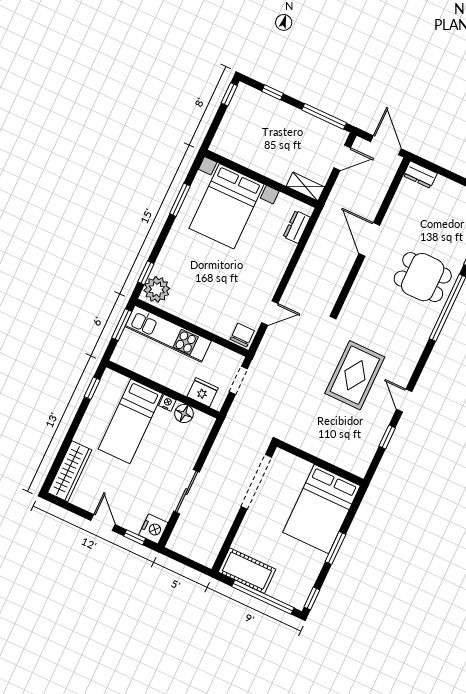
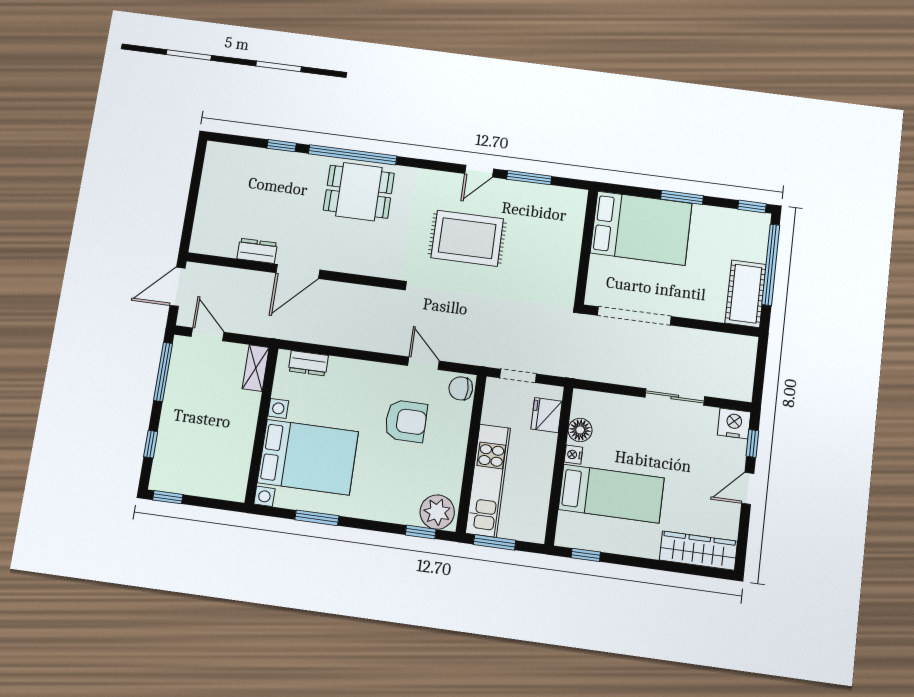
dresser: (420, 175) -> (257, 251), moved, turned -90
dining table: (423, 277) -> (359, 192), moved, turned 90
armchair: (231, 287) -> (406, 421), added
window: (387, 437) -> (529, 178), width x1.50

